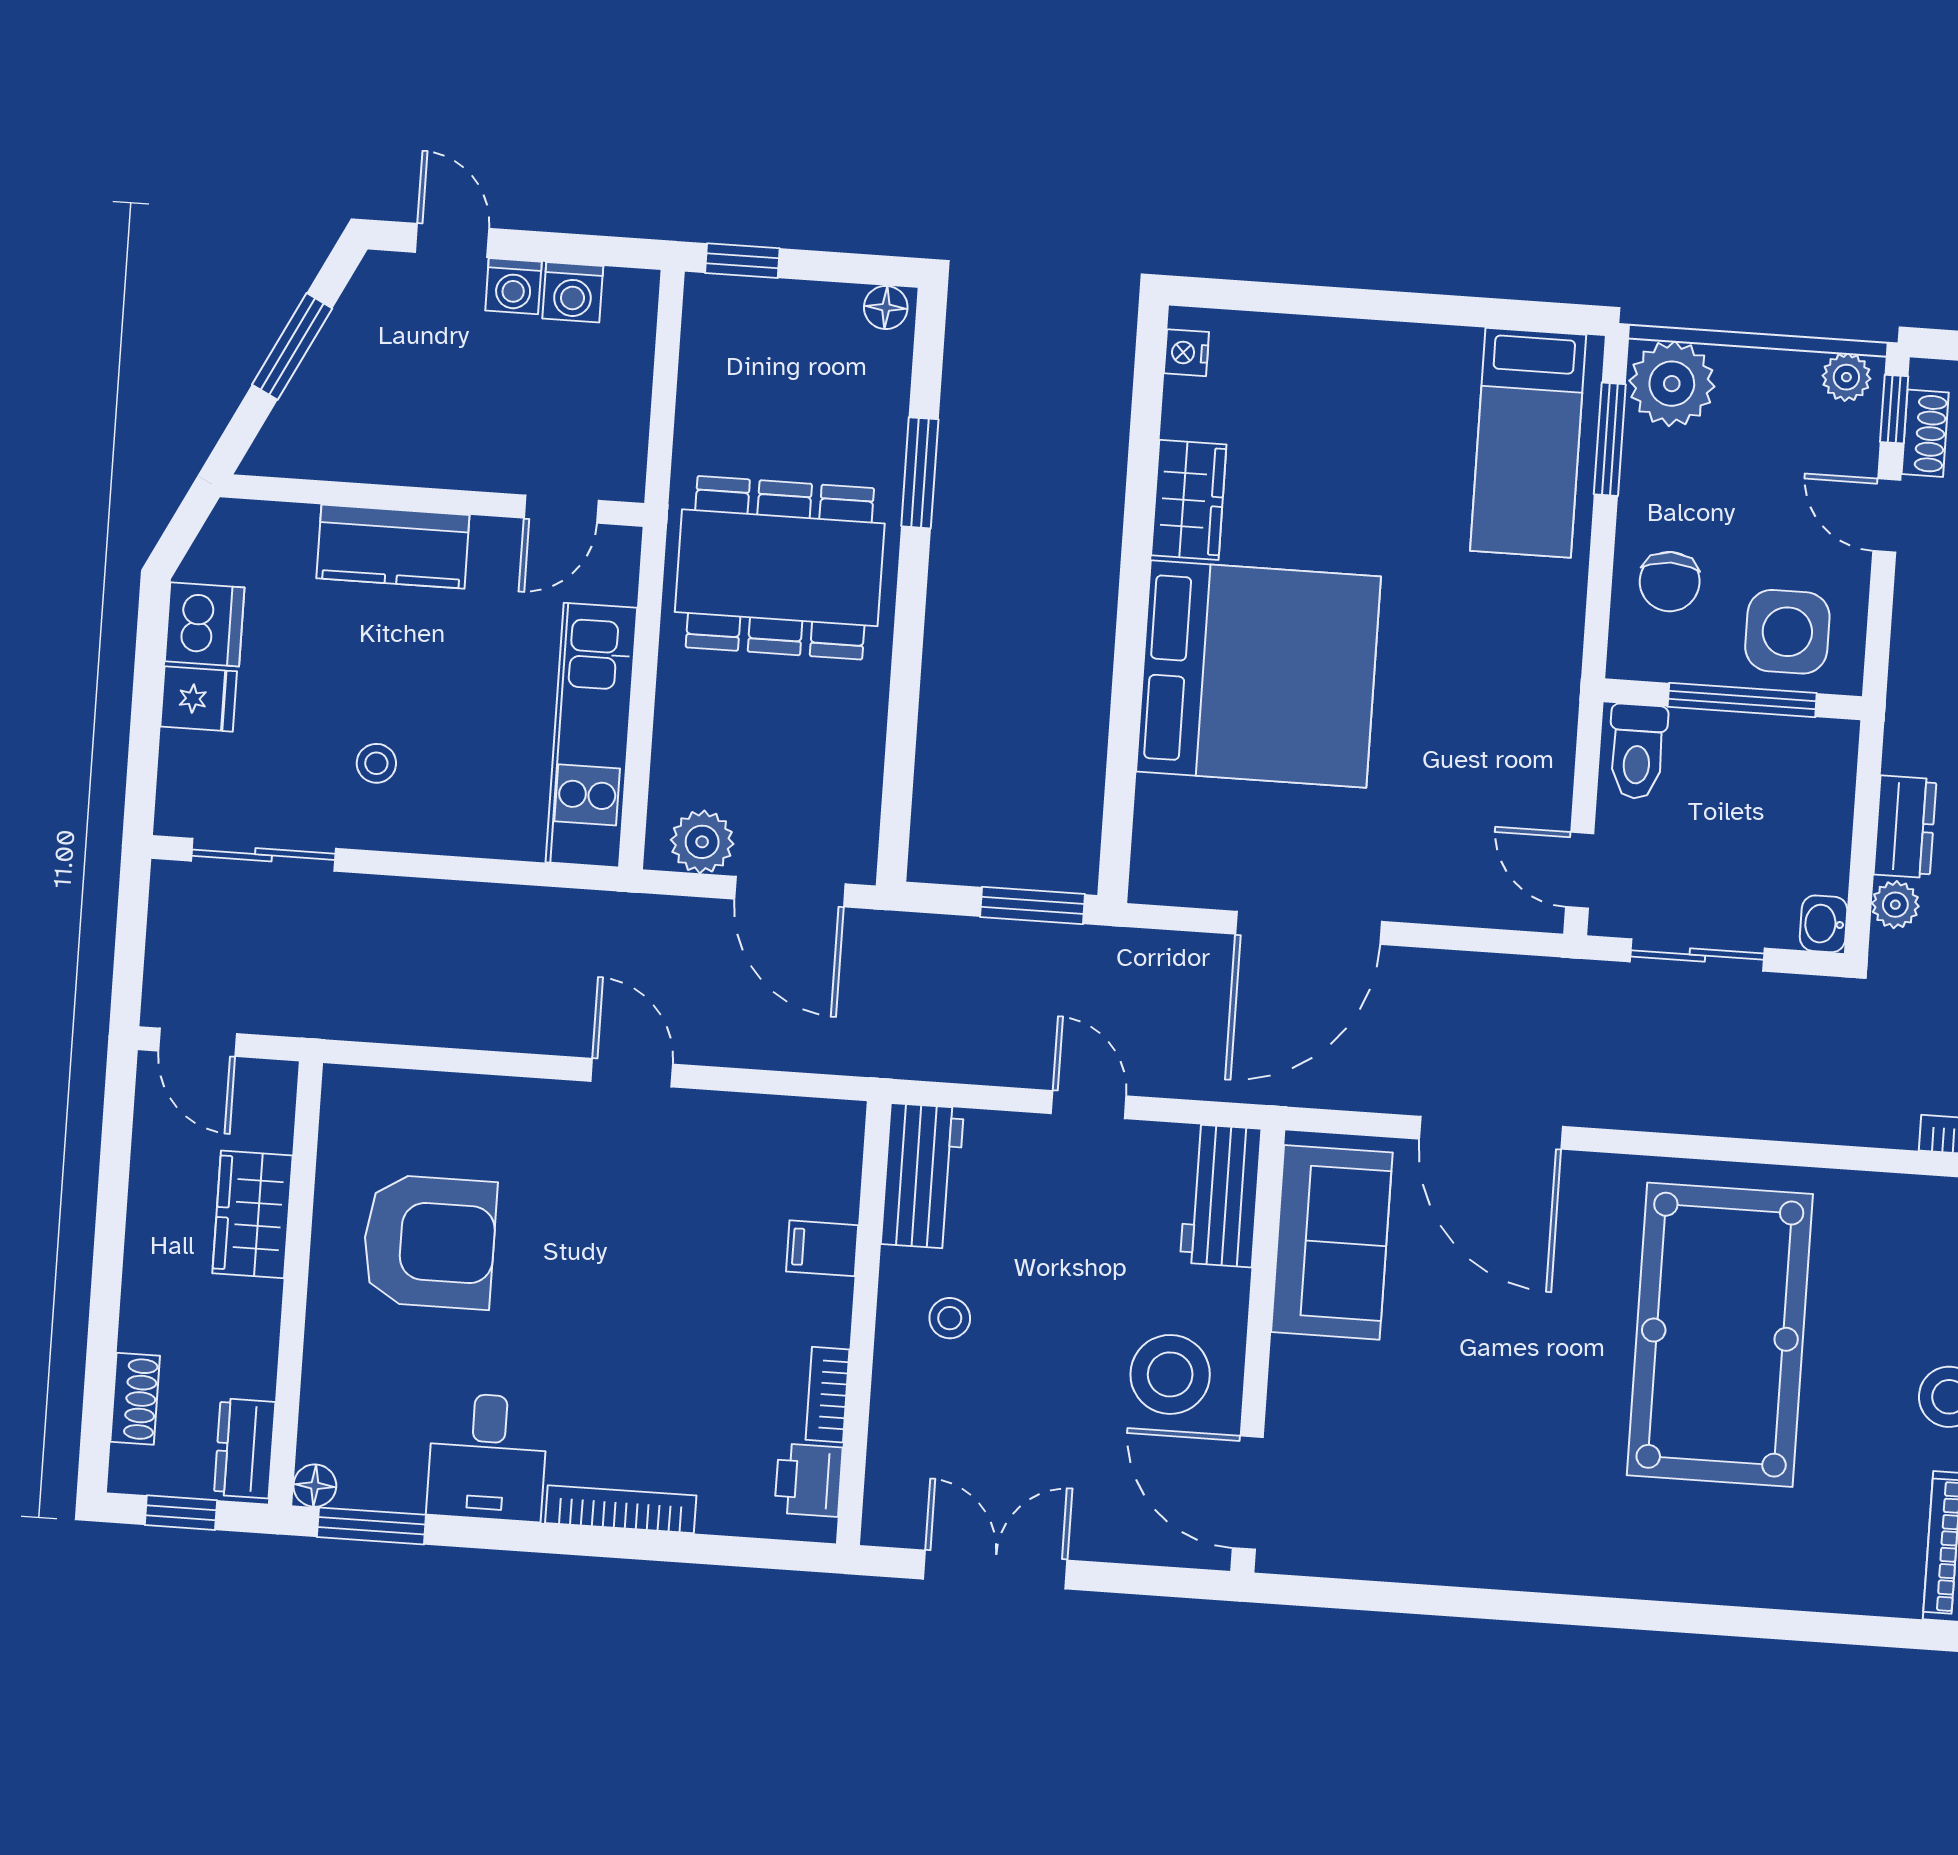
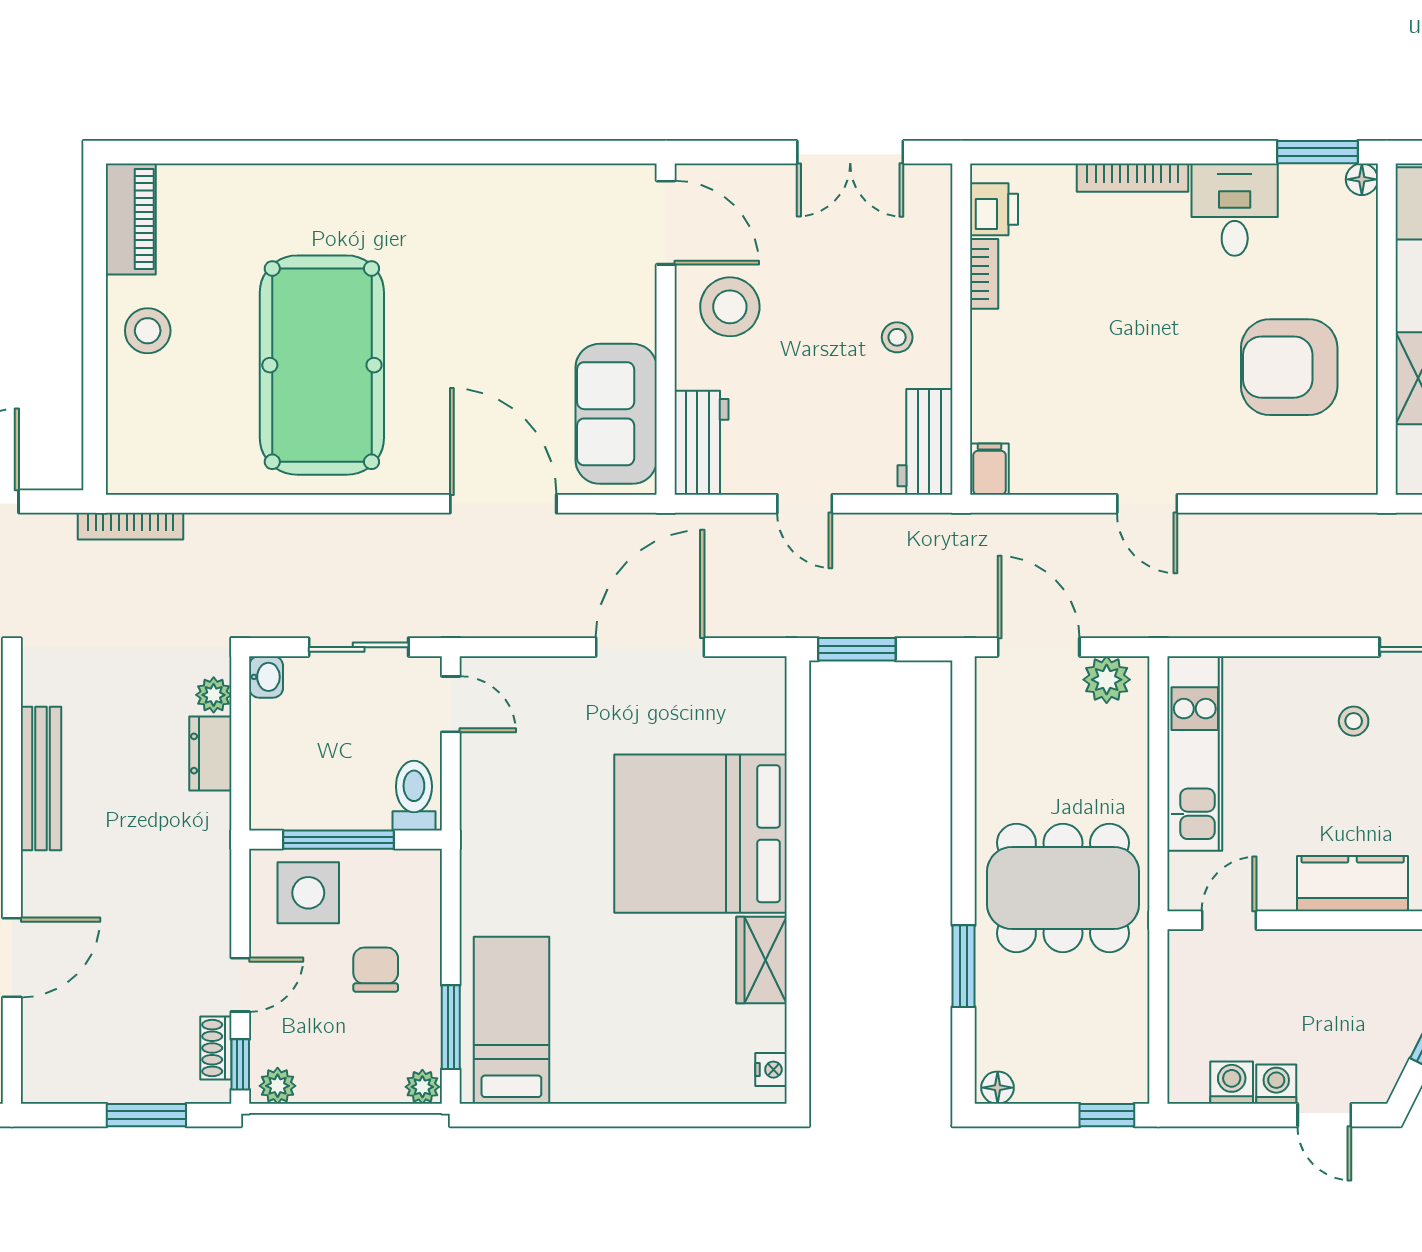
plant: (1672, 384) -> (422, 1087), width x0.53, depth x0.53
door: (1887, 515) -> (240, 985), hinge flipped
chair: (1670, 582) -> (376, 970), moved
filing cabinet: (822, 1248) -> (989, 469), moved, turned -90

